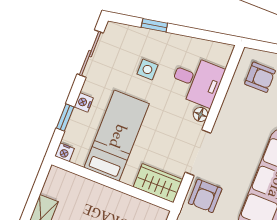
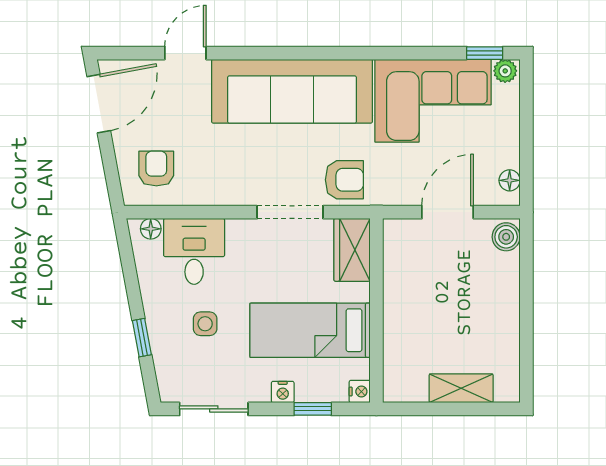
floor lamp: (201, 114) -> (151, 229), moved

